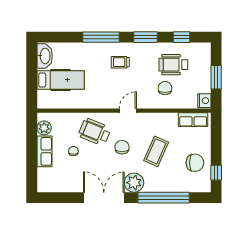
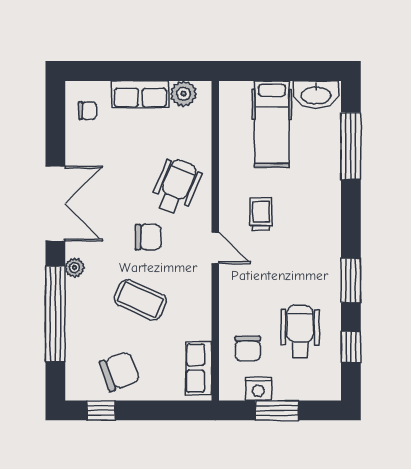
window: (101, 37) -> (351, 146), moved
trolley: (120, 62) -> (261, 214), moved
chair: (165, 88) -> (248, 348), moved, turned 90
nightstand: (204, 101) -> (258, 389), moved
chair: (73, 151) -> (87, 111), moved
chair: (195, 163) -> (119, 371), turned -110
plant: (134, 183) -> (75, 268), width x0.53, depth x0.53

